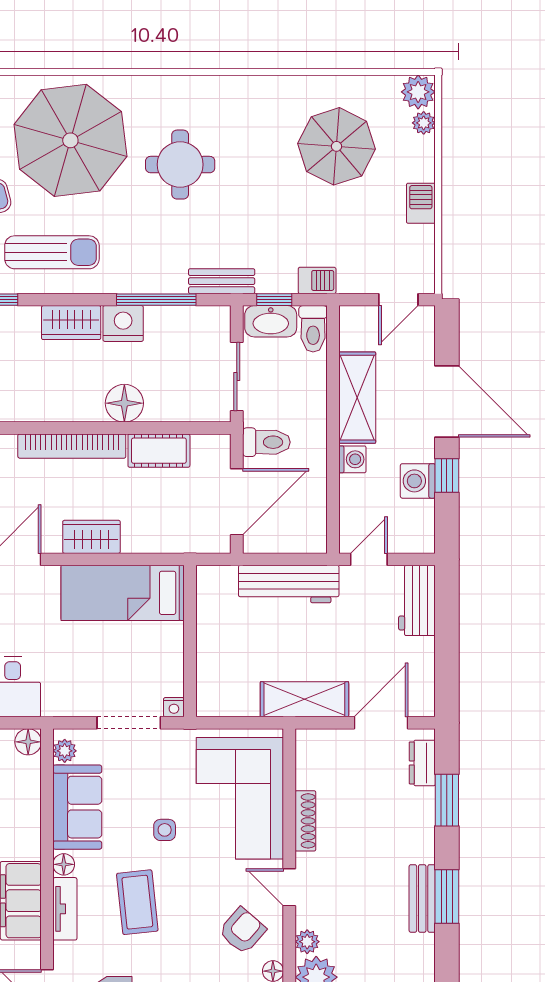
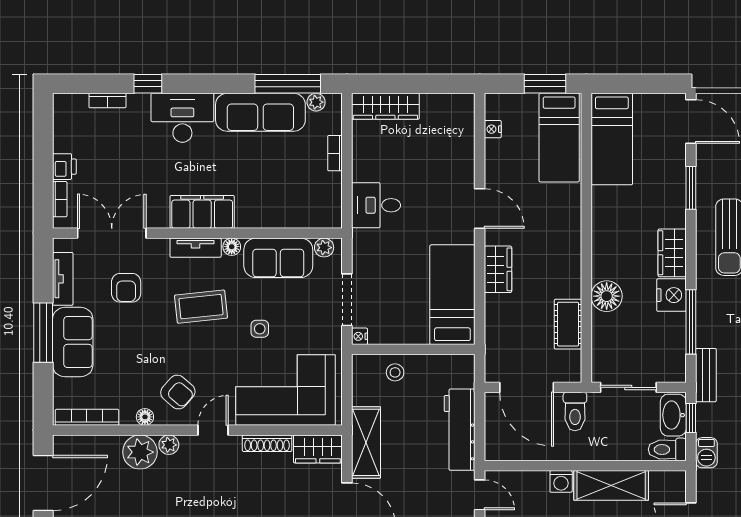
bookcase: (72, 446) -> (572, 253), removed
stool: (218, 663) -> (395, 372), added
floor lamp: (28, 742) -> (331, 218), removed
wardrobe: (312, 758) -> (318, 449), added

